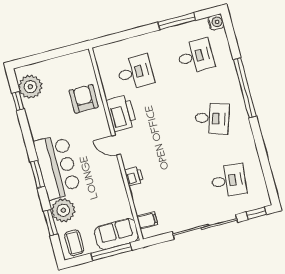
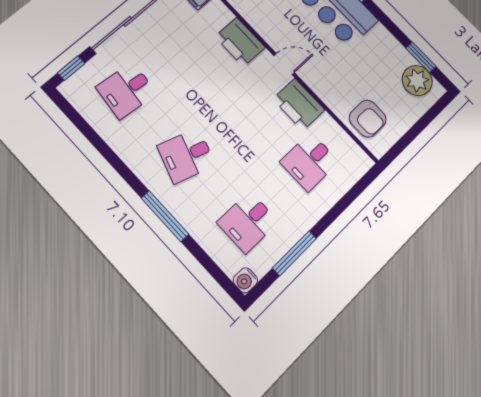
window: (245, 88) -> (165, 216), width x0.68
armchair: (84, 99) -> (368, 119), moved
window: (18, 101) -> (421, 57), width x1.50
printer: (134, 176) -> (240, 42), width x1.87, depth x1.48

